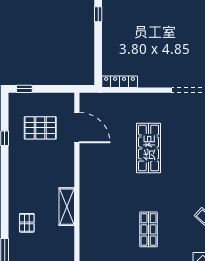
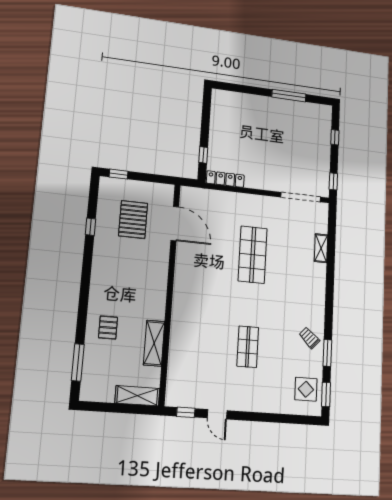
window: (98, 14) -> (203, 155), moved
pallet: (40, 128) -> (133, 219), turned 90
shelving: (67, 207) -> (154, 343), moved

